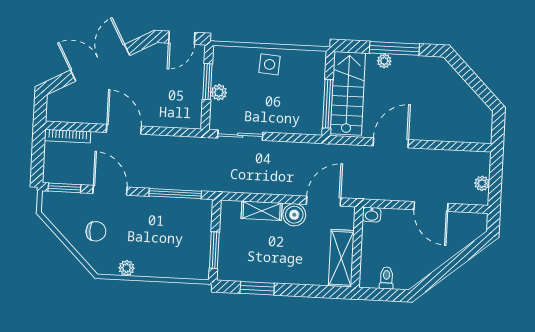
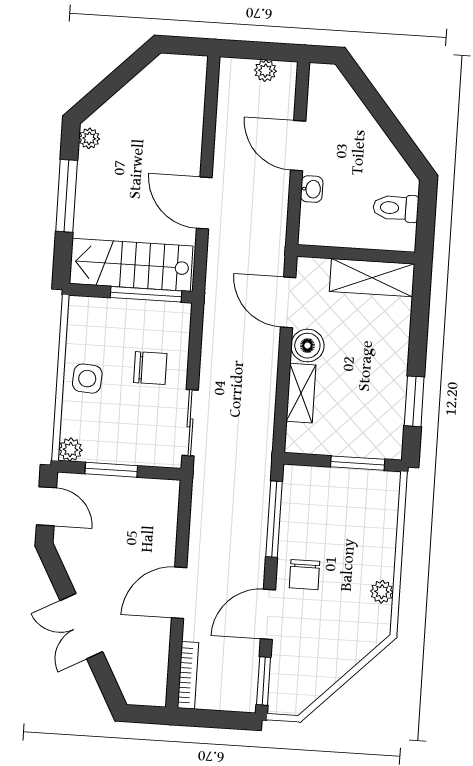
plant: (384, 61) -> (89, 138), moved
double door: (100, 63) -> (81, 626), width x0.73
plant: (219, 92) -> (70, 450), moved
chair: (277, 107) -> (150, 368), added
door: (431, 206) -> (298, 146), swing flipped
washbasin: (372, 215) -> (312, 189), moved
chair: (96, 231) -> (304, 575), moved, turned 180
toilet: (386, 278) -> (396, 208), width x1.37, depth x1.39

